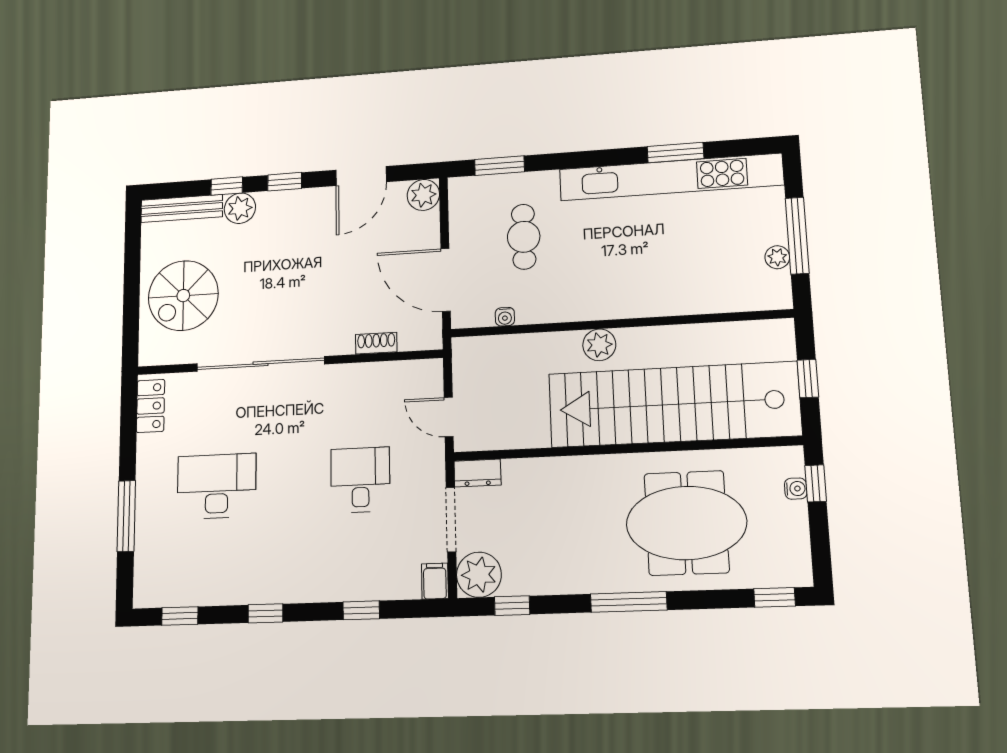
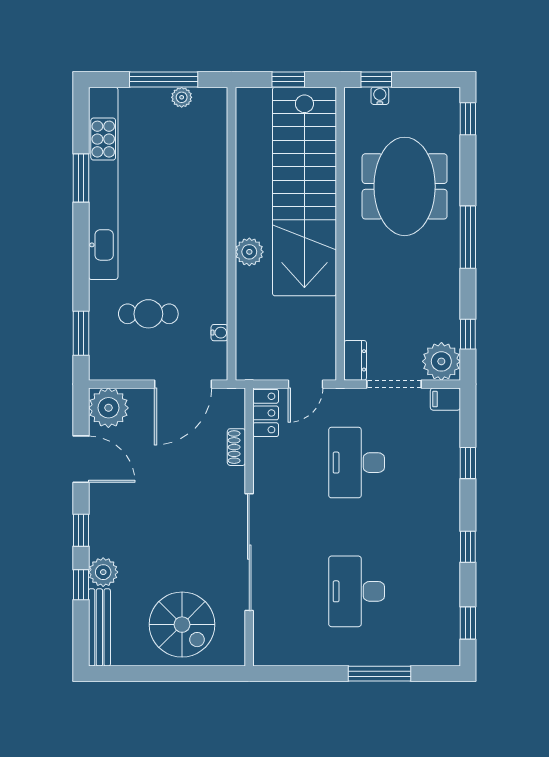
plant: (423, 195) -> (108, 408), width x1.36, depth x1.36
locker: (151, 406) -> (266, 413), moved, turned 90
desk: (360, 480) -> (357, 463), width x1.37

